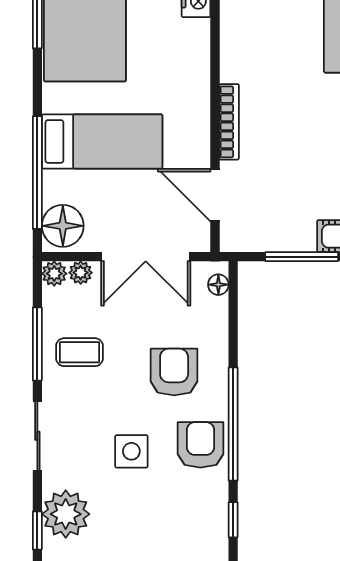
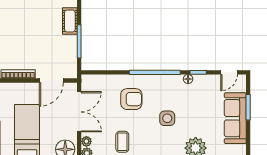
floor lamp: (218, 285) -> (188, 79), moved
armchair: (174, 372) -> (131, 99), turned 180
armchair: (200, 445) -> (164, 87), removed

